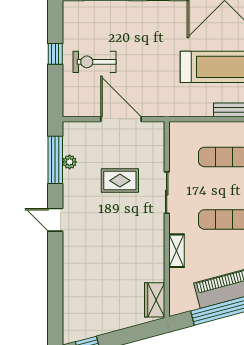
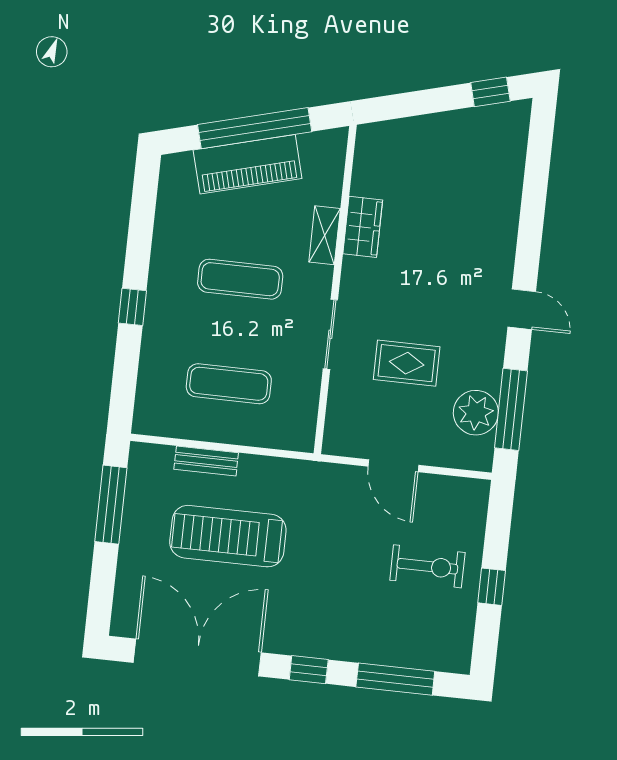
door: (121, 119) -> (393, 466), width x0.73
plant: (70, 162) -> (476, 413), width x1.88, depth x1.88
wardrobe: (155, 300) -> (363, 227), moved

